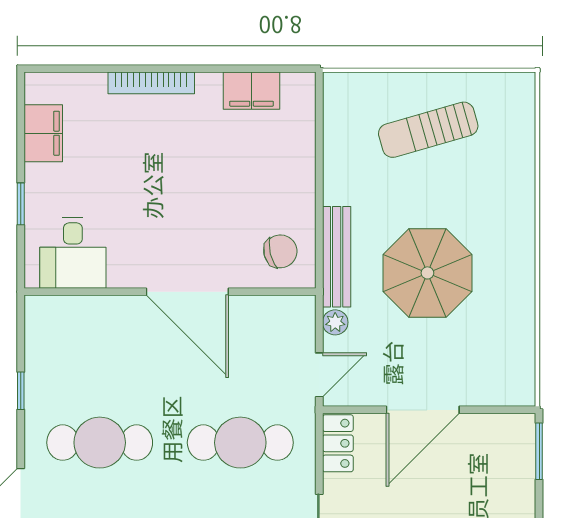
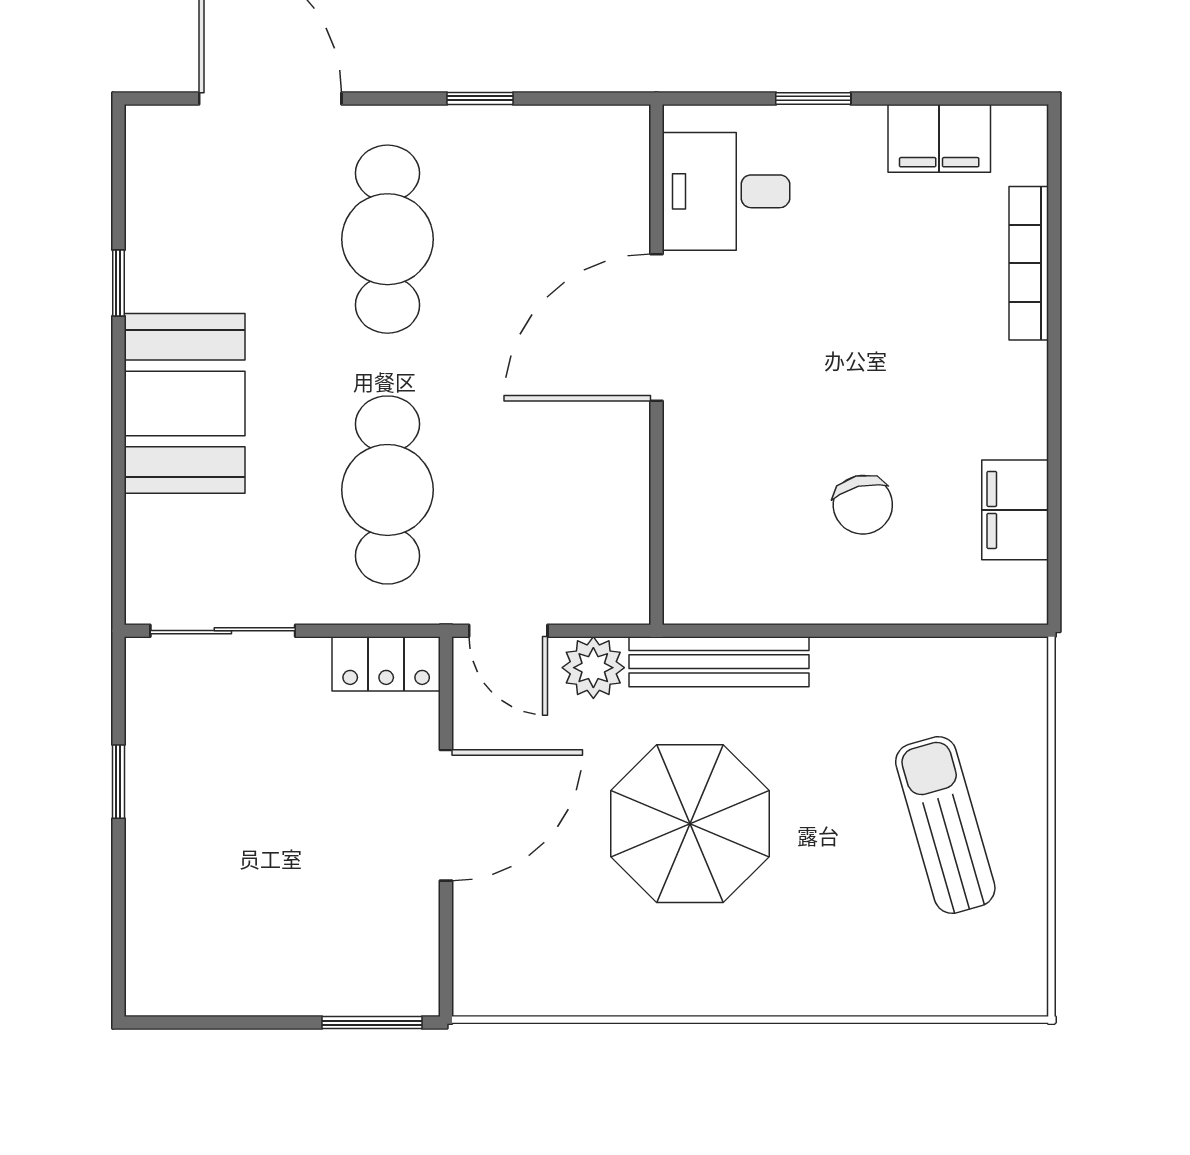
bookcase: (151, 83) -> (1029, 263), moved
chair: (280, 251) -> (863, 505), moved
door: (187, 292) -> (657, 328), moved
plant: (335, 322) -> (593, 668), width x1.38, depth x1.38
door: (423, 410) -> (446, 815), swing flipped

